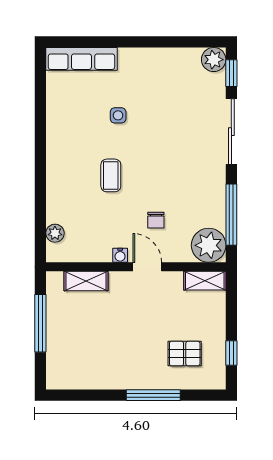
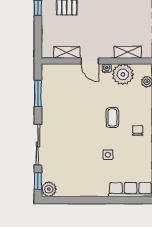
window: (231, 215) -> (38, 93), width x0.69
chair: (156, 220) -> (138, 131), moved
plant: (209, 245) -> (123, 74), moved
shelving: (205, 281) -> (67, 52), moved

